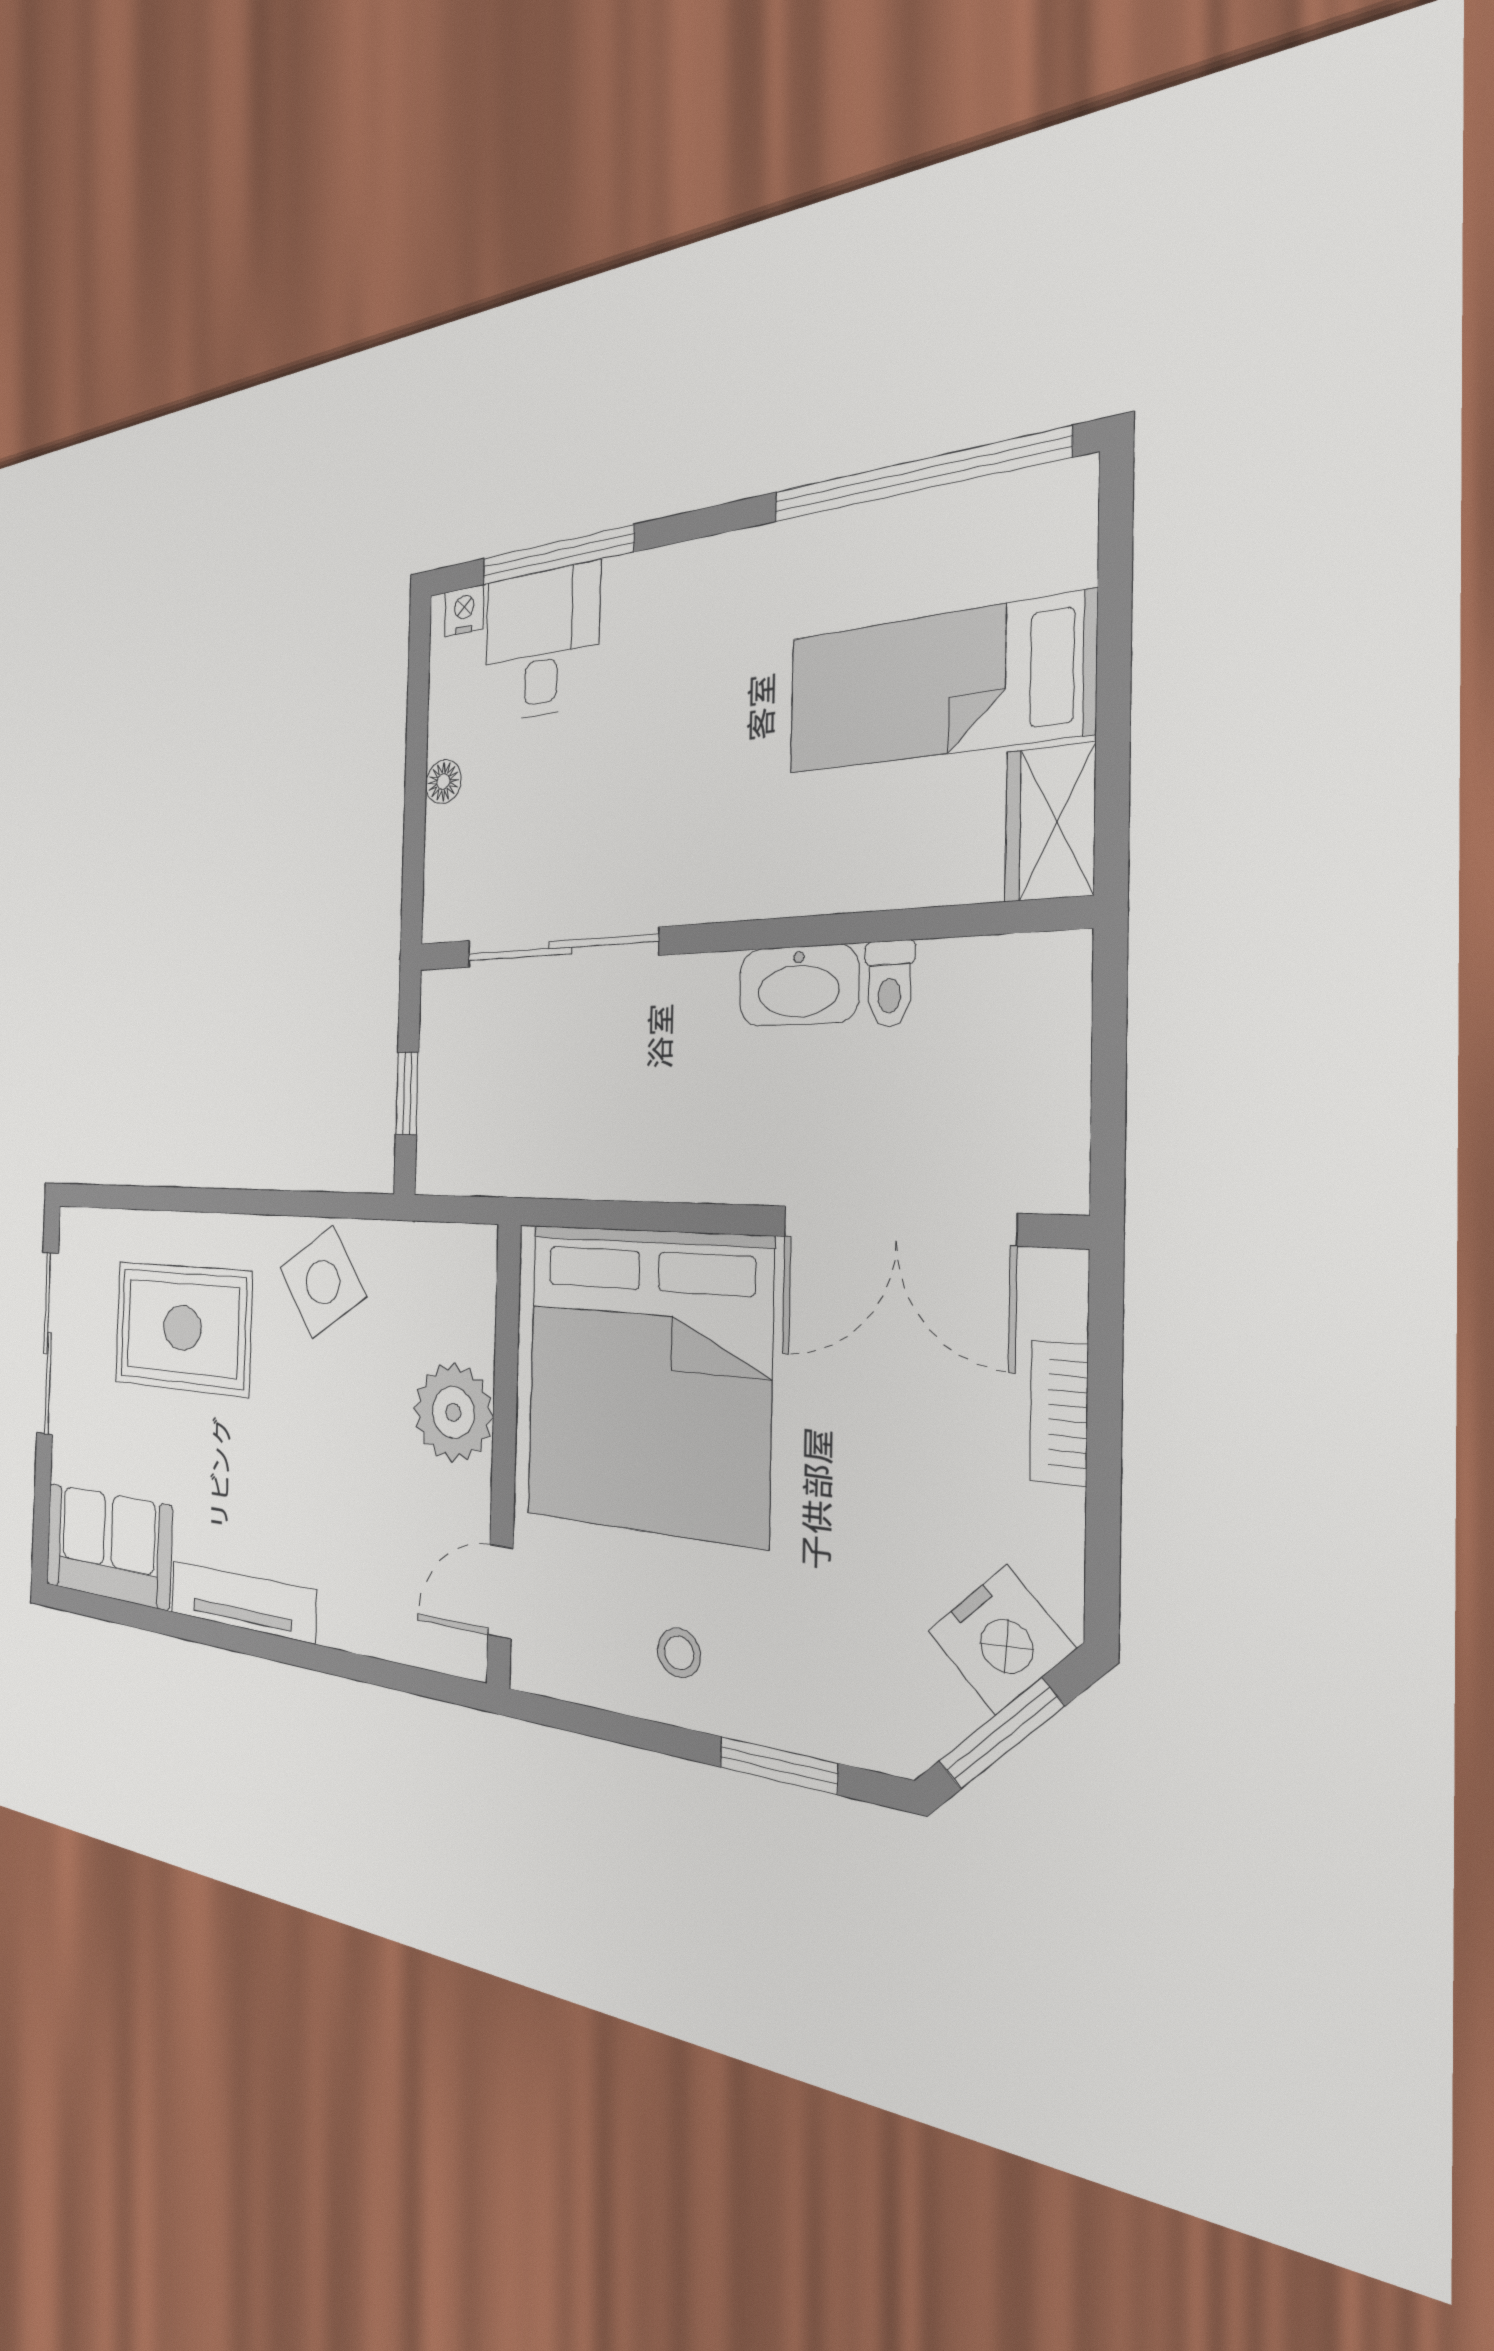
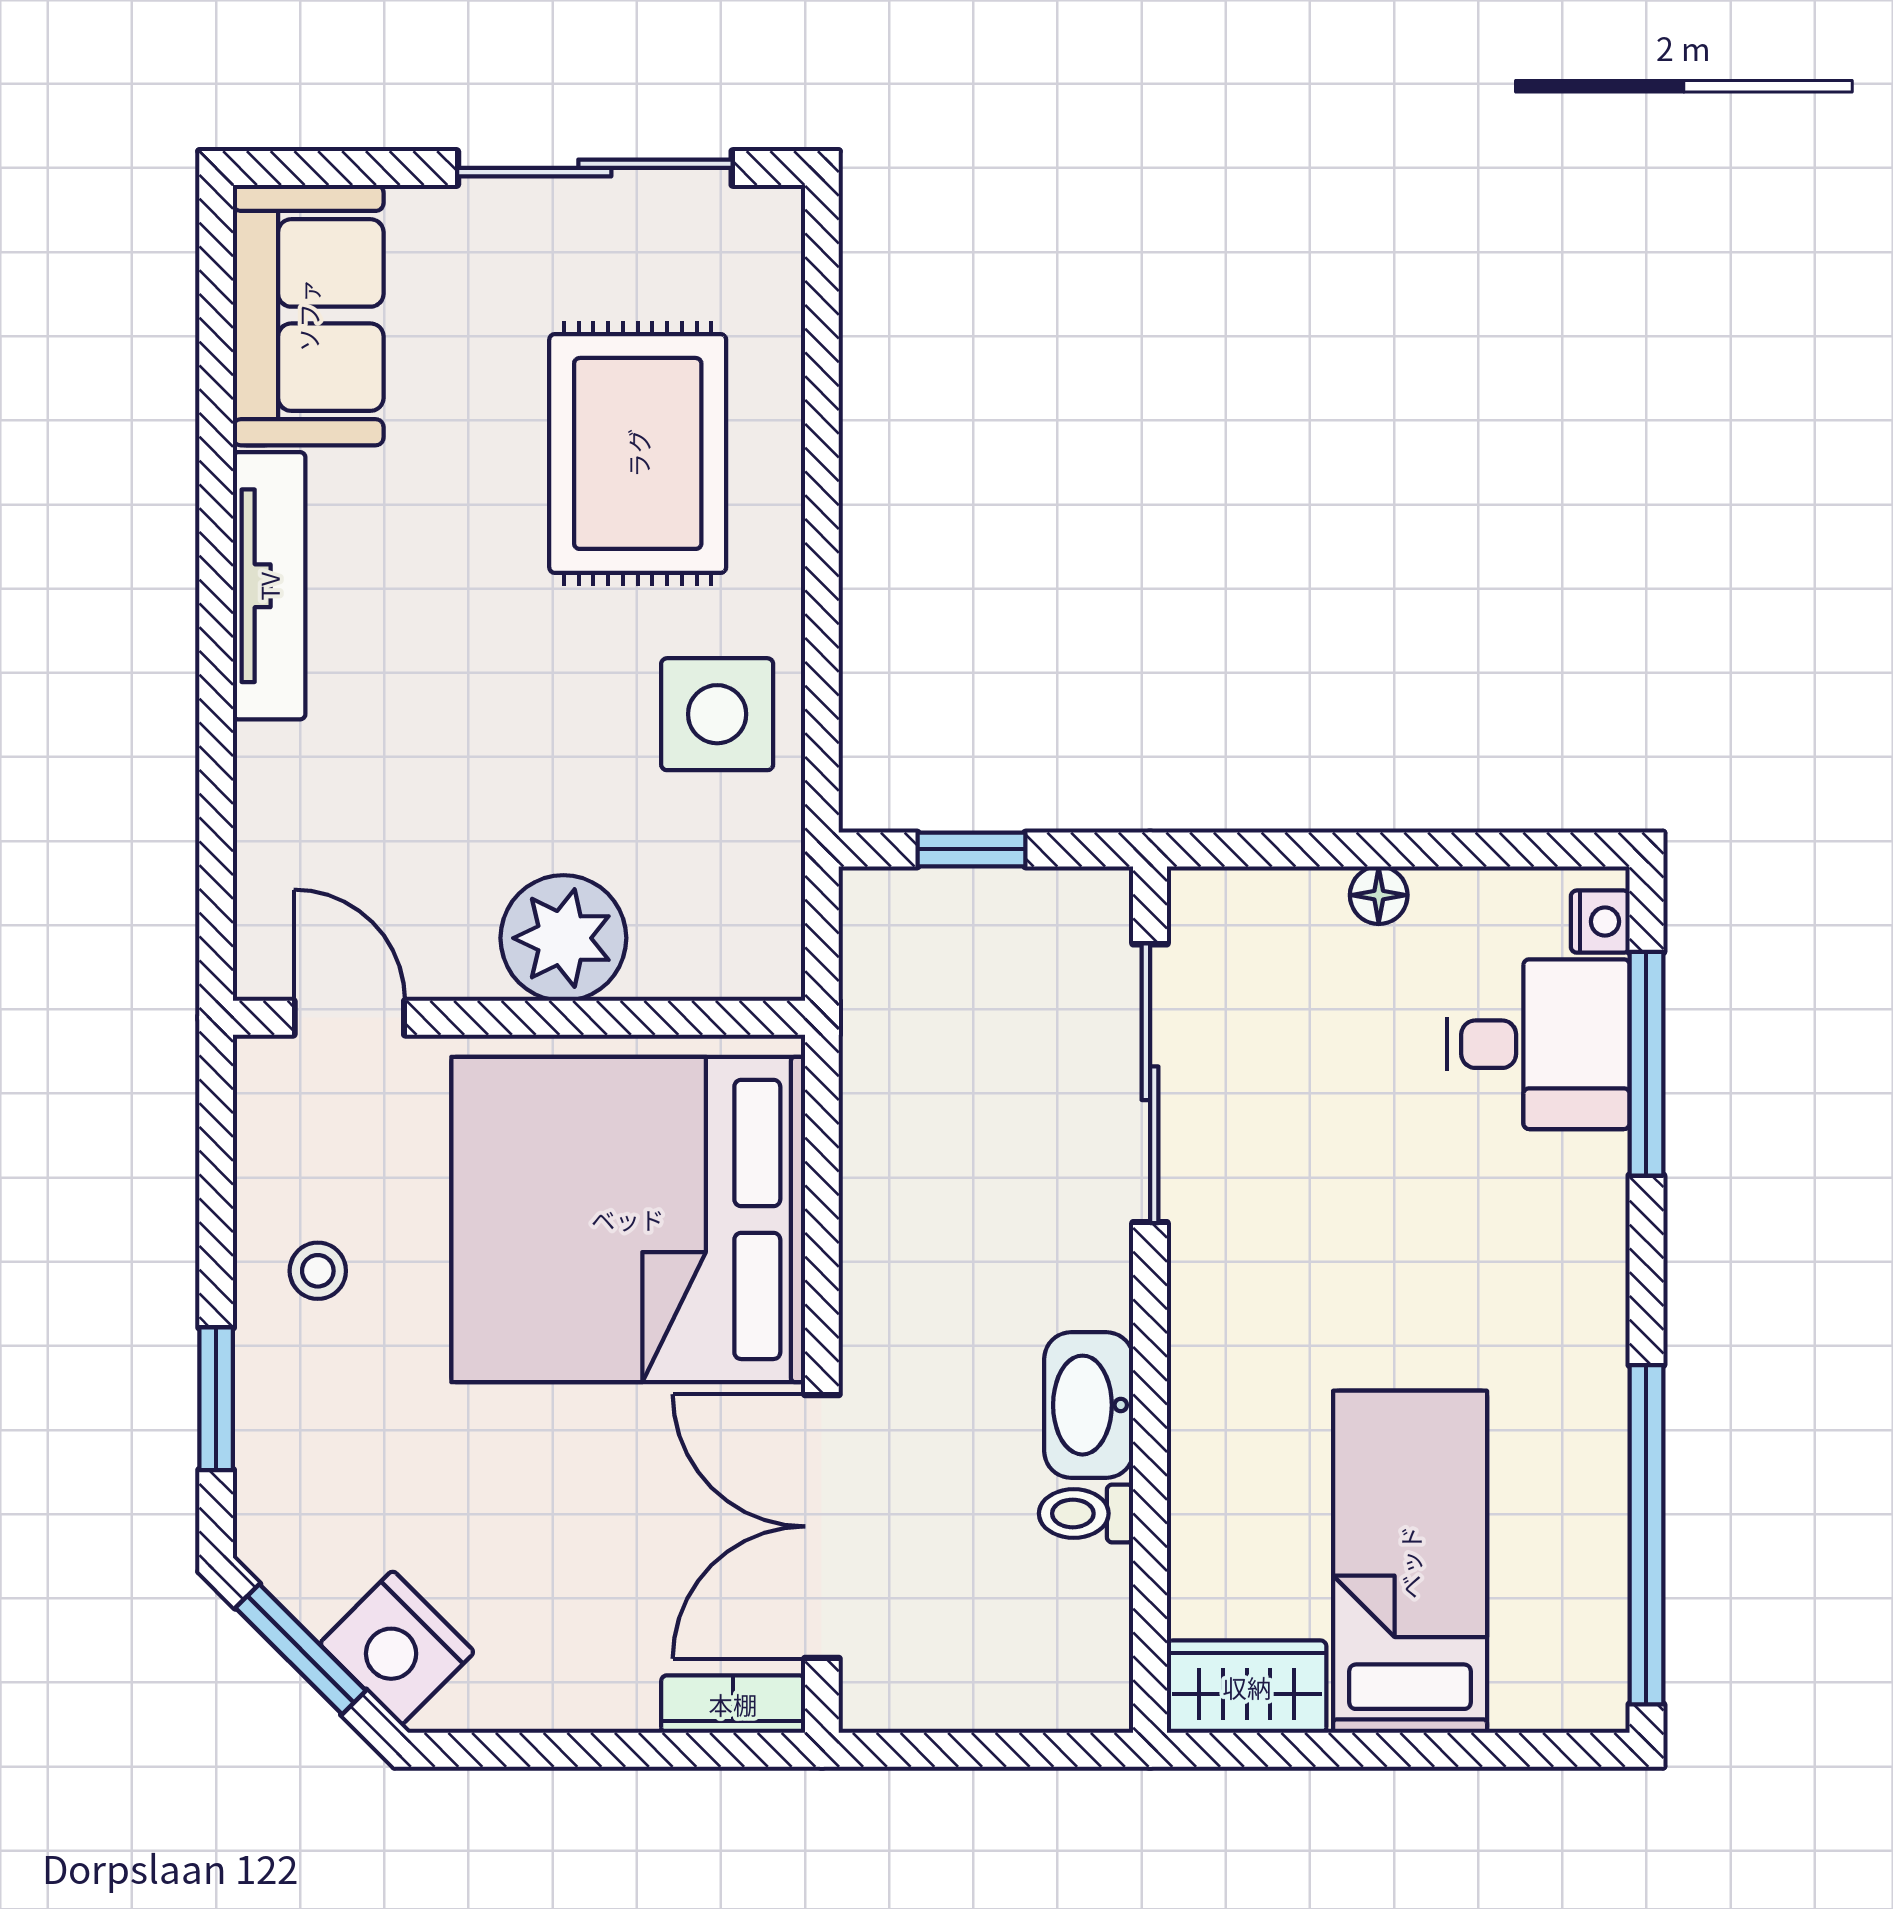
side table: (323, 1282) -> (717, 714), turned 34
bookcase: (1059, 1413) -> (733, 1704), moved

